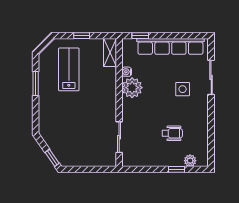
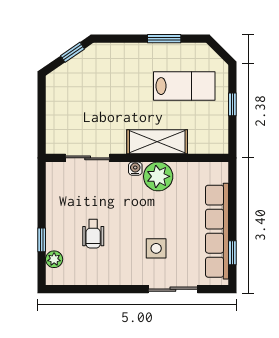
window: (140, 36) -> (232, 253), moved
shelving: (110, 53) -> (157, 142), moved, width x1.50, depth x1.33
water cooler: (127, 72) -> (135, 169), moved
window: (52, 158) -> (72, 52), moved

